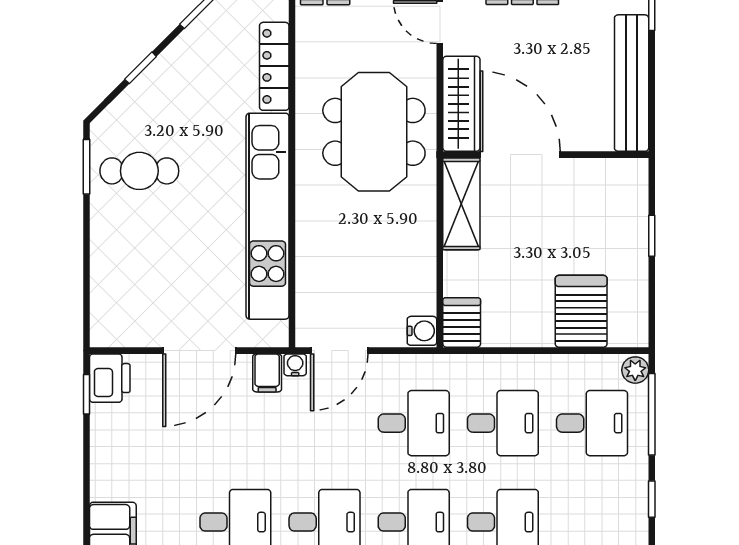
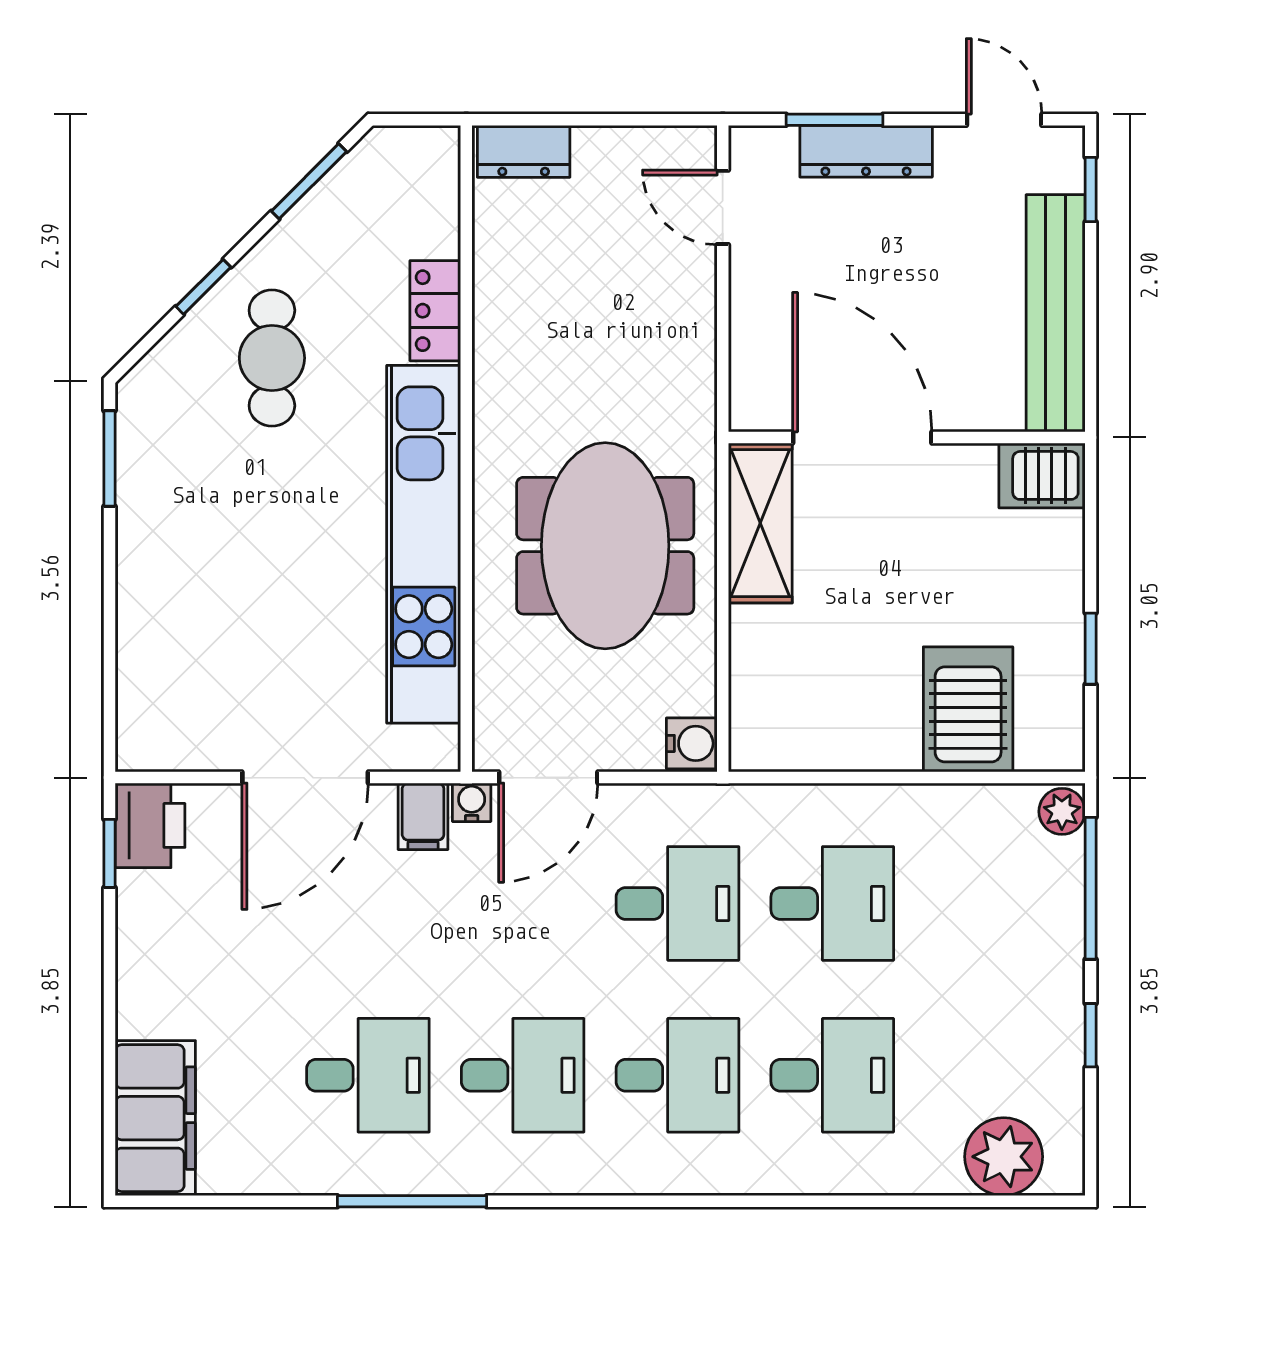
locker: (274, 66) -> (435, 311), width x0.66
wardrobe: (461, 104) -> (760, 349), removed
meeting table: (374, 132) -> (605, 546), moved
cafe table: (139, 171) -> (272, 358), moved, turned 90
window: (652, 236) -> (1091, 649), moved
server rack: (462, 323) -> (1042, 475), moved, turned -90
desk: (592, 423) -> (987, 903), removed

